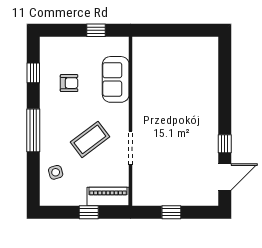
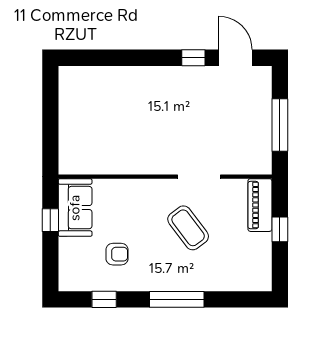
sofa: (116, 79) -> (75, 208), moved, turned -90
armchair: (69, 83) -> (117, 254), turned 90
side table: (56, 172) -> (230, 271), removed
window: (171, 212) -> (280, 125), width x2.17

